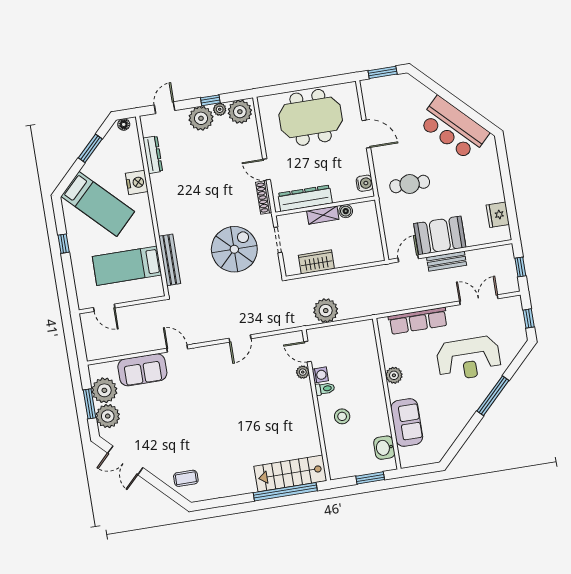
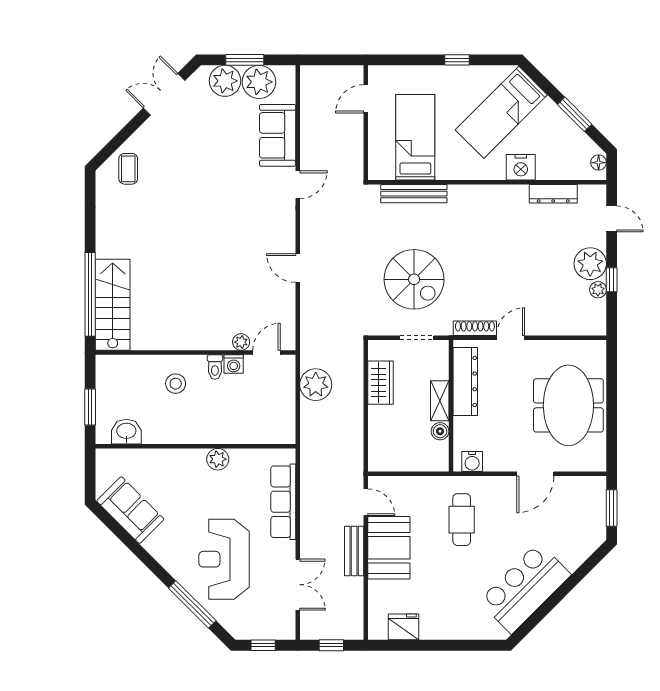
plant: (240, 112) -> (591, 315), removed
window: (493, 396) -> (192, 604), moved
sofa: (407, 422) -> (130, 510), moved, turned -135

